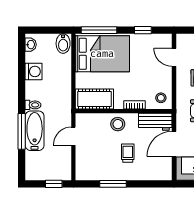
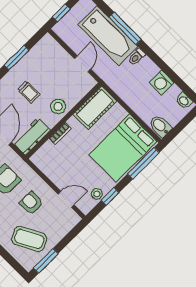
stool: (161, 98) -> (97, 194), moved
bathtub: (35, 131) -> (108, 36), width x1.36, depth x1.36

